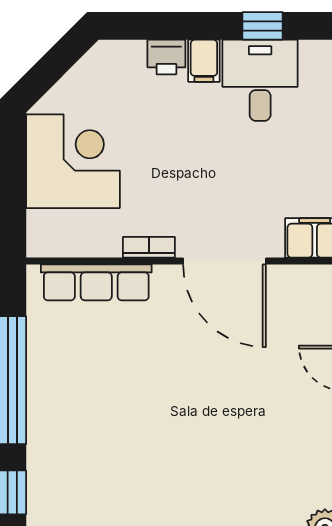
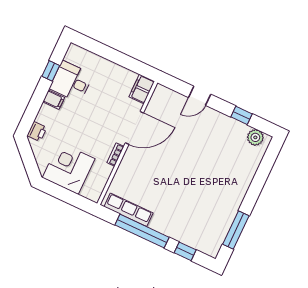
printer: (166, 57) -> (37, 131), moved
row of seats: (96, 282) -> (128, 210), moved, turned -90

